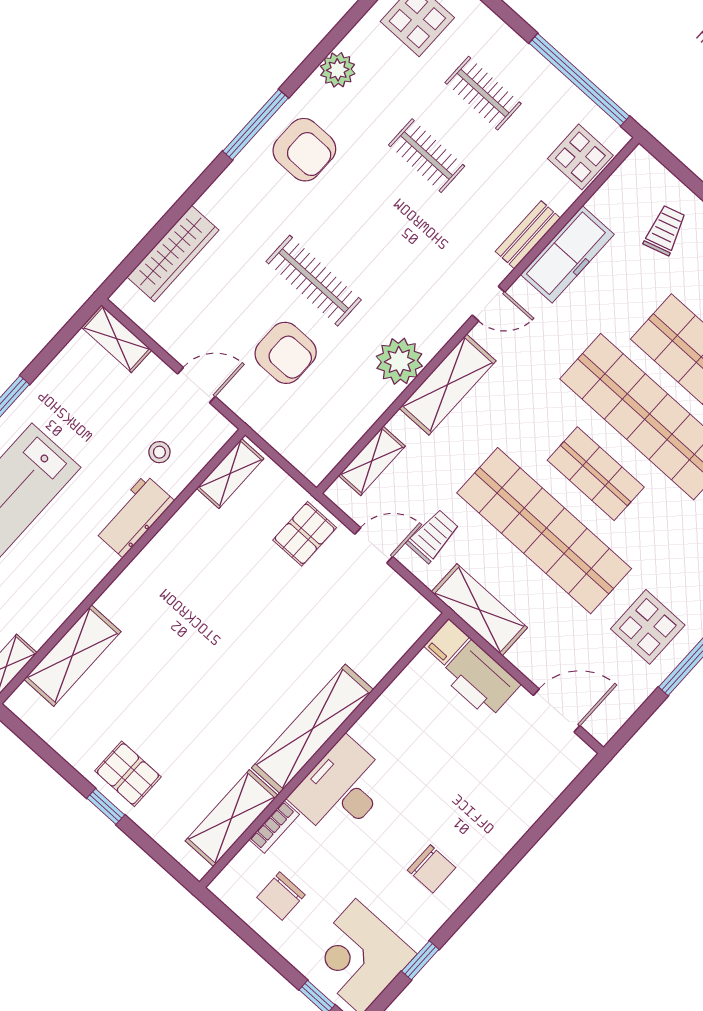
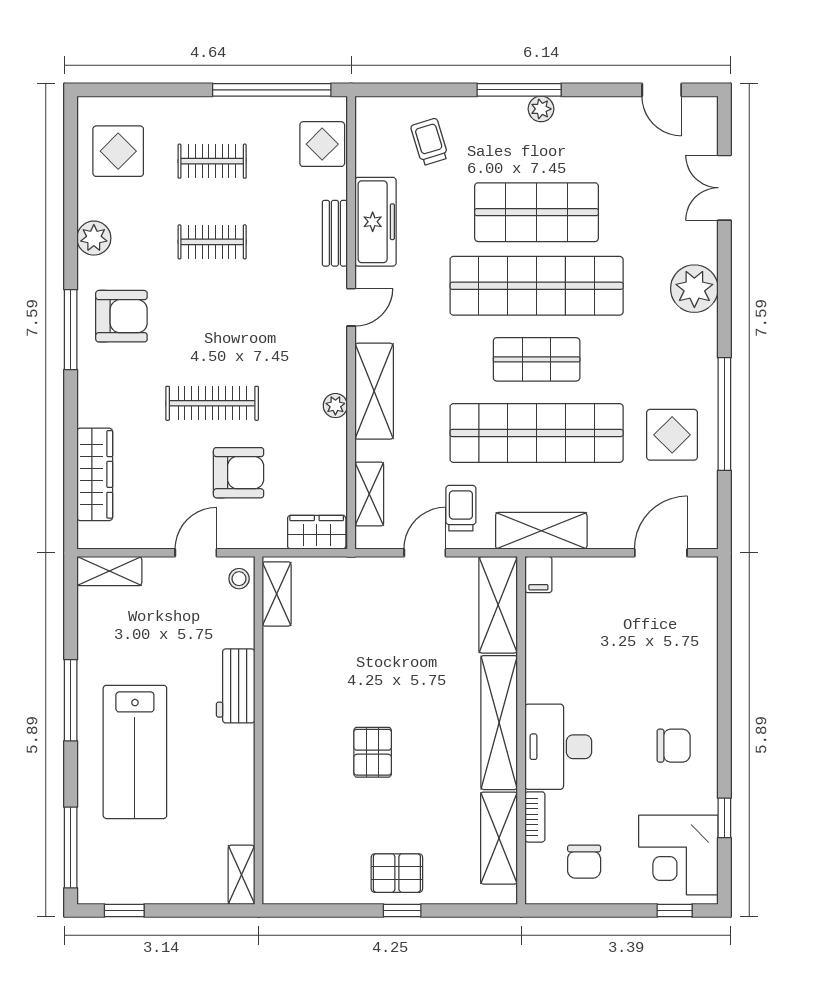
plant: (399, 361) -> (335, 406), width x0.53, depth x0.53
stool: (159, 452) -> (239, 579), moved
wardrobe: (304, 454) -> (317, 532), added
pallet: (305, 534) -> (373, 752), moved
shelving: (72, 656) -> (498, 605), moved
printer: (480, 679) -> (587, 580), removed

